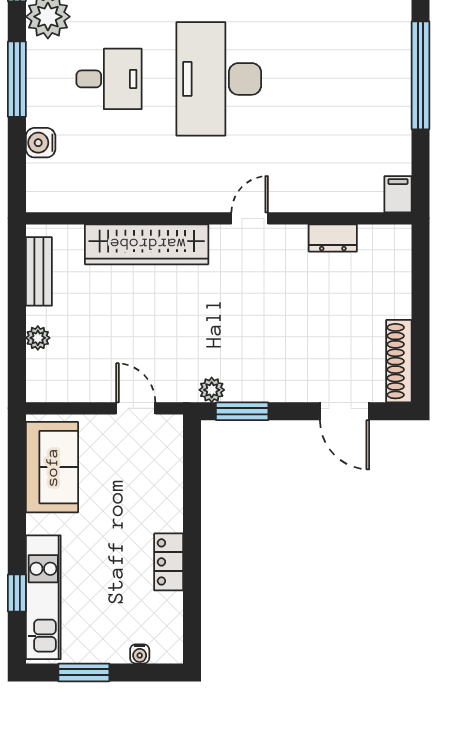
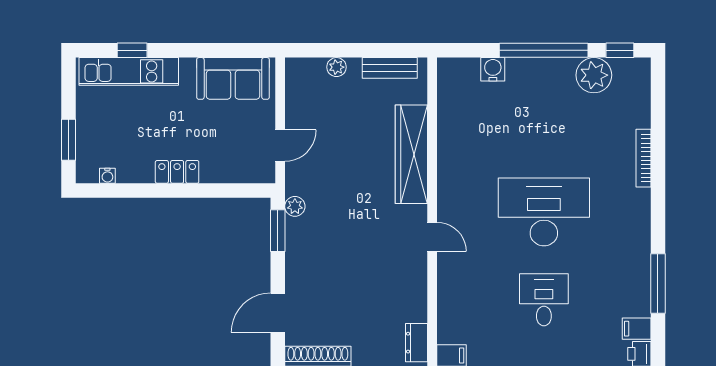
window: (17, 79) -> (544, 50), width x1.46
desk: (109, 79) -> (544, 300), moved, turned 180
dresser: (333, 238) -> (417, 343), moved
locker: (169, 562) -> (177, 172), moved
water cooler: (140, 654) -> (107, 176), moved, turned -90
window: (84, 672) -> (69, 140), moved

